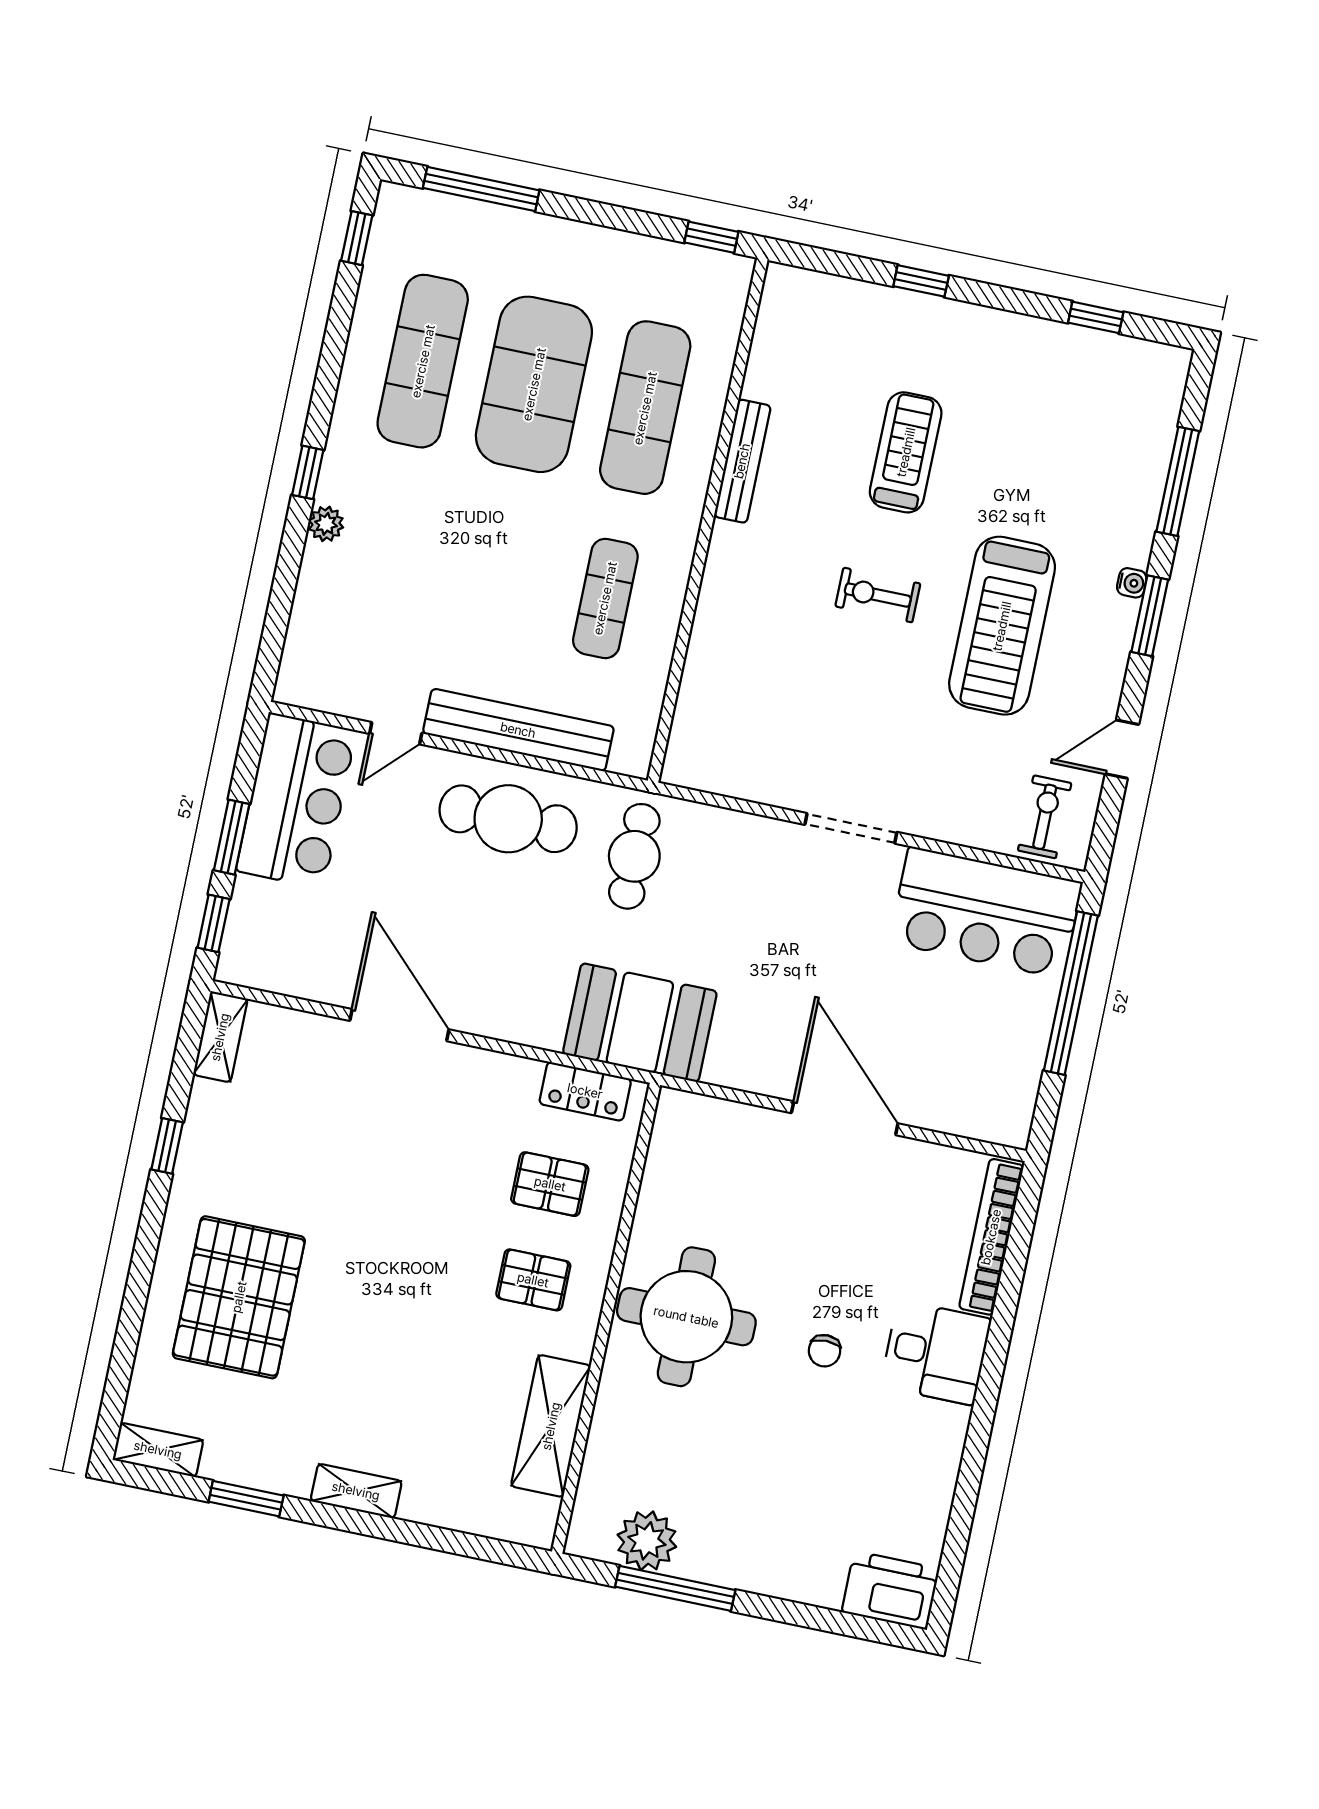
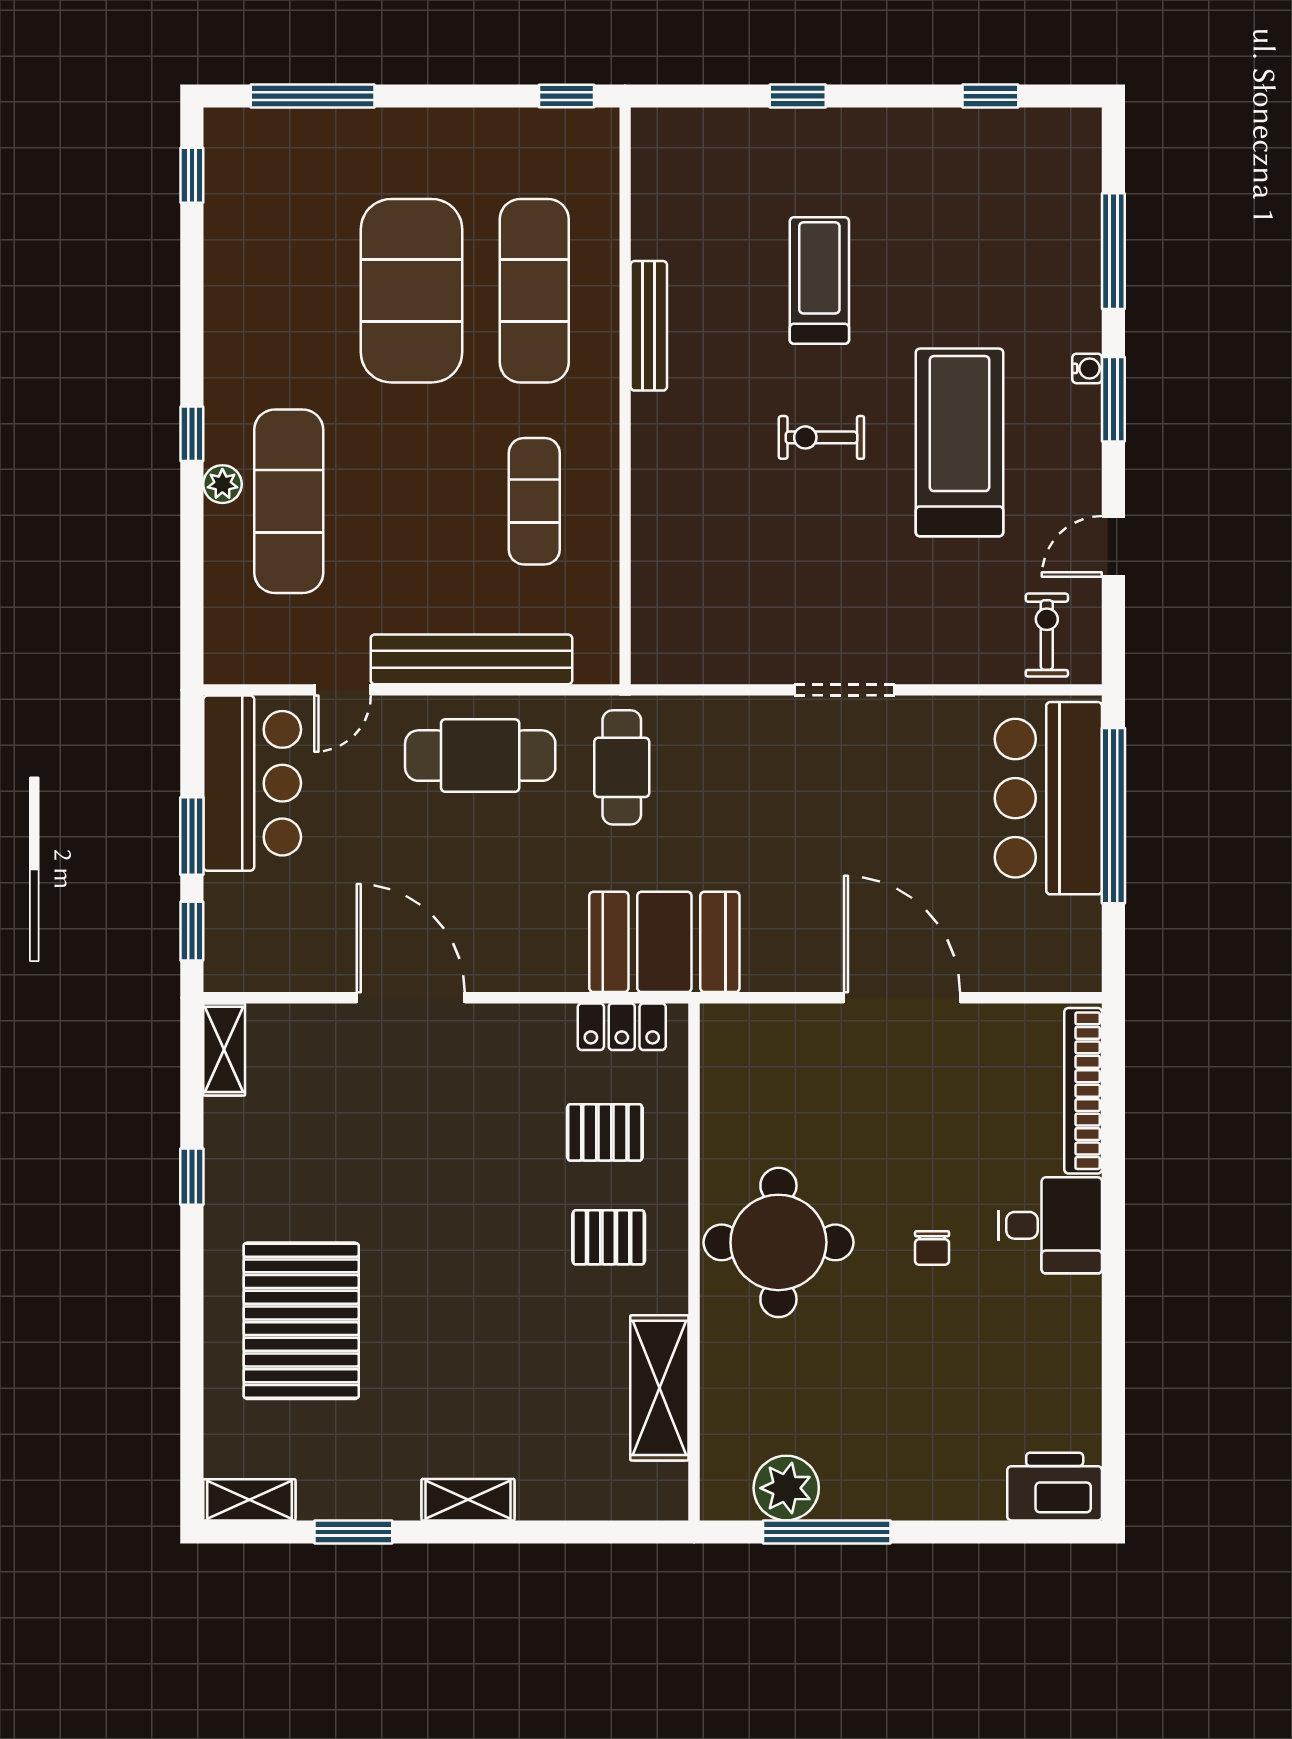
exercise mat: (423, 361) -> (289, 501), moved
treadmill: (1002, 626) -> (960, 442), turned 180
bar counter: (986, 912) -> (1048, 798), moved, turned 90

